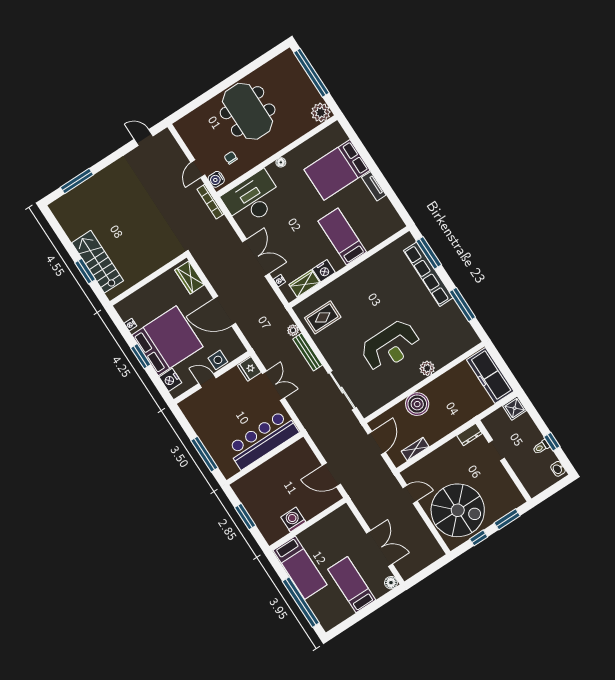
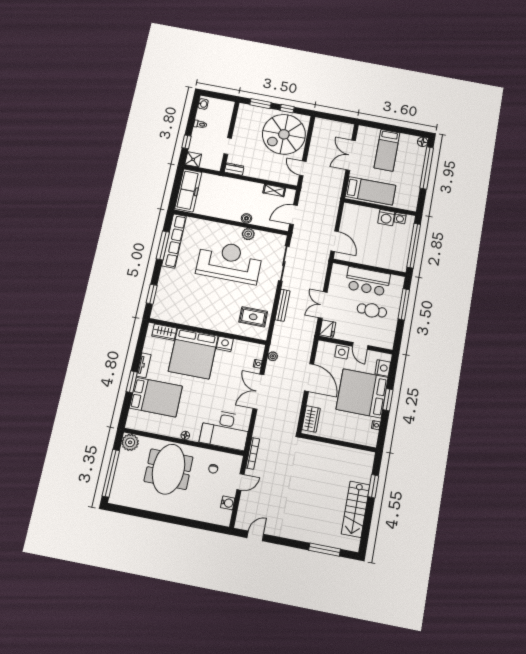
meeting table: (248, 111) -> (169, 469), moved
door: (144, 138) -> (255, 536), swing flipped
window: (370, 163) -> (132, 382), added
water cooler: (216, 179) -> (228, 503), moved
bed: (342, 236) -> (193, 354), width x2.04
window: (429, 253) -> (152, 294), width x0.69
stairs: (98, 262) -> (356, 509), moved
row of seats: (428, 274) -> (174, 241), moved
wardrobe: (304, 283) -> (164, 332), moved
plant: (293, 330) -> (273, 356), moved
reception desk: (391, 346) -> (229, 262), width x1.36, depth x1.30
plant: (427, 368) -> (248, 234), moved
boiler: (417, 404) -> (246, 218), width x0.54, depth x0.54
cafe table: (227, 422) -> (372, 310), added
bar counter: (263, 440) -> (368, 281), width x0.73
window: (552, 442) -> (187, 142), moved
door: (332, 475) -> (335, 241), moved
spiral stairs: (458, 510) -> (284, 134), turned -90
window: (245, 517) -> (414, 246), width x2.11
washing machine: (281, 531) -> (400, 218), added
bed: (300, 568) -> (371, 191), moved, turned 90
floor lamp: (391, 583) -> (423, 142), moved

